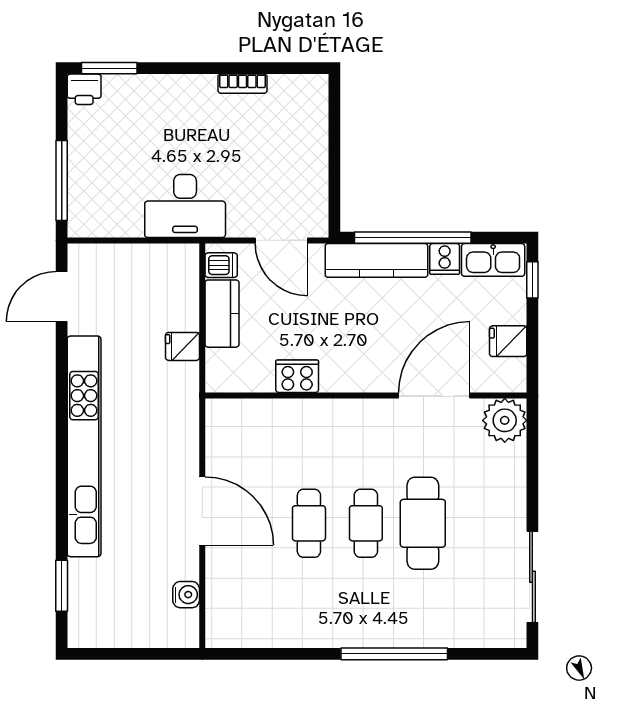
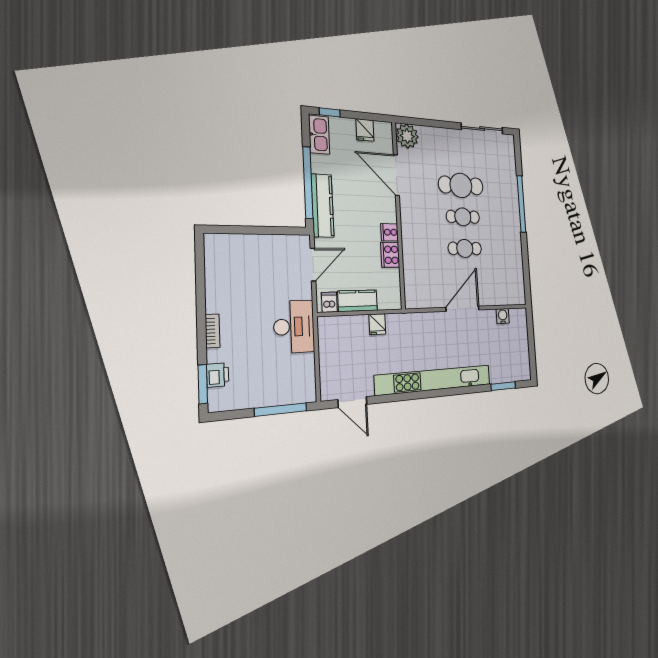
bookcase: (242, 84) -> (213, 331), moved
printer: (84, 89) -> (218, 375), moved
cooker: (445, 259) -> (390, 232), moved, turned 180

